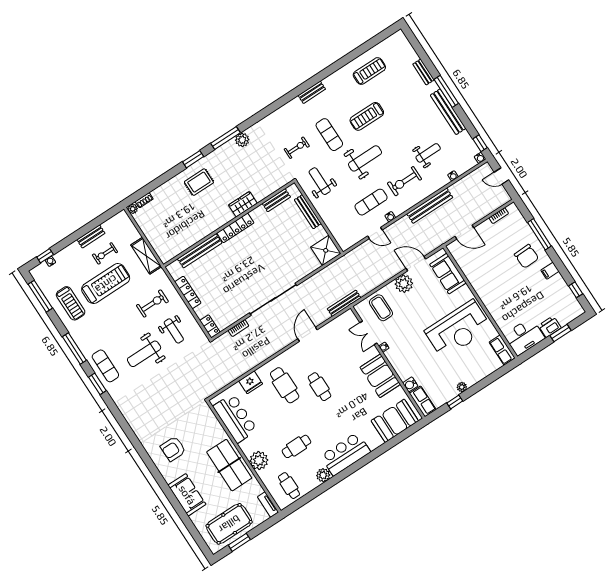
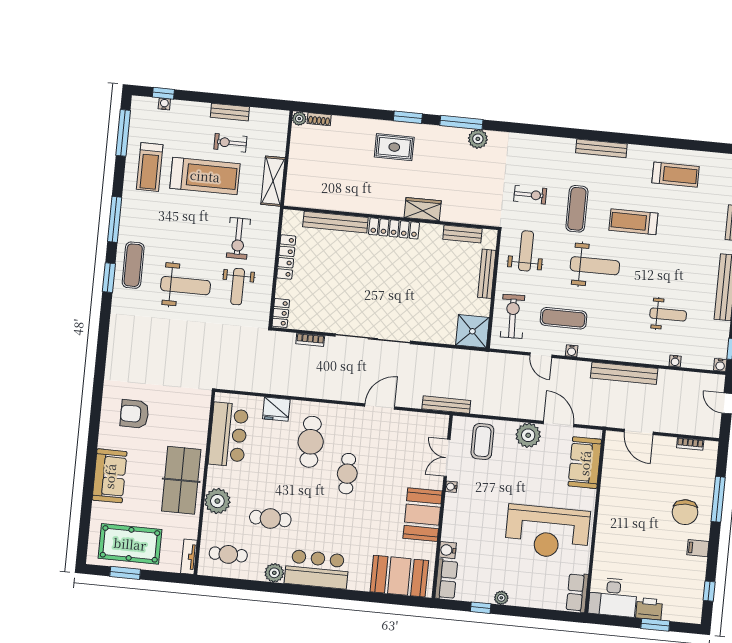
bench: (312, 92) -> (601, 148), width x1.36
exercise bike: (404, 181) -> (513, 316), moved, turned 88
exercise bike: (152, 303) -> (238, 238), turned 90
weight bench: (144, 354) -> (186, 286), turned 180
cafe table: (289, 486) -> (228, 554), turned 90

